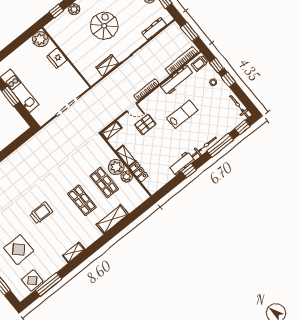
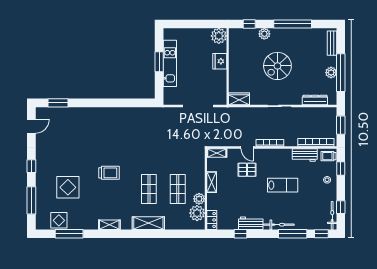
spiral stairs: (104, 26) -> (277, 66), turned 180
wardrobe: (107, 65) -> (239, 99), moved
workbench: (177, 80) -> (305, 155), width x0.73
window: (228, 80) -> (341, 207), moved
plant: (116, 167) -> (197, 213), moved
window: (189, 171) -> (241, 234), moved
locker: (139, 172) -> (212, 220), moved
shelving: (112, 219) -> (148, 223), moved

